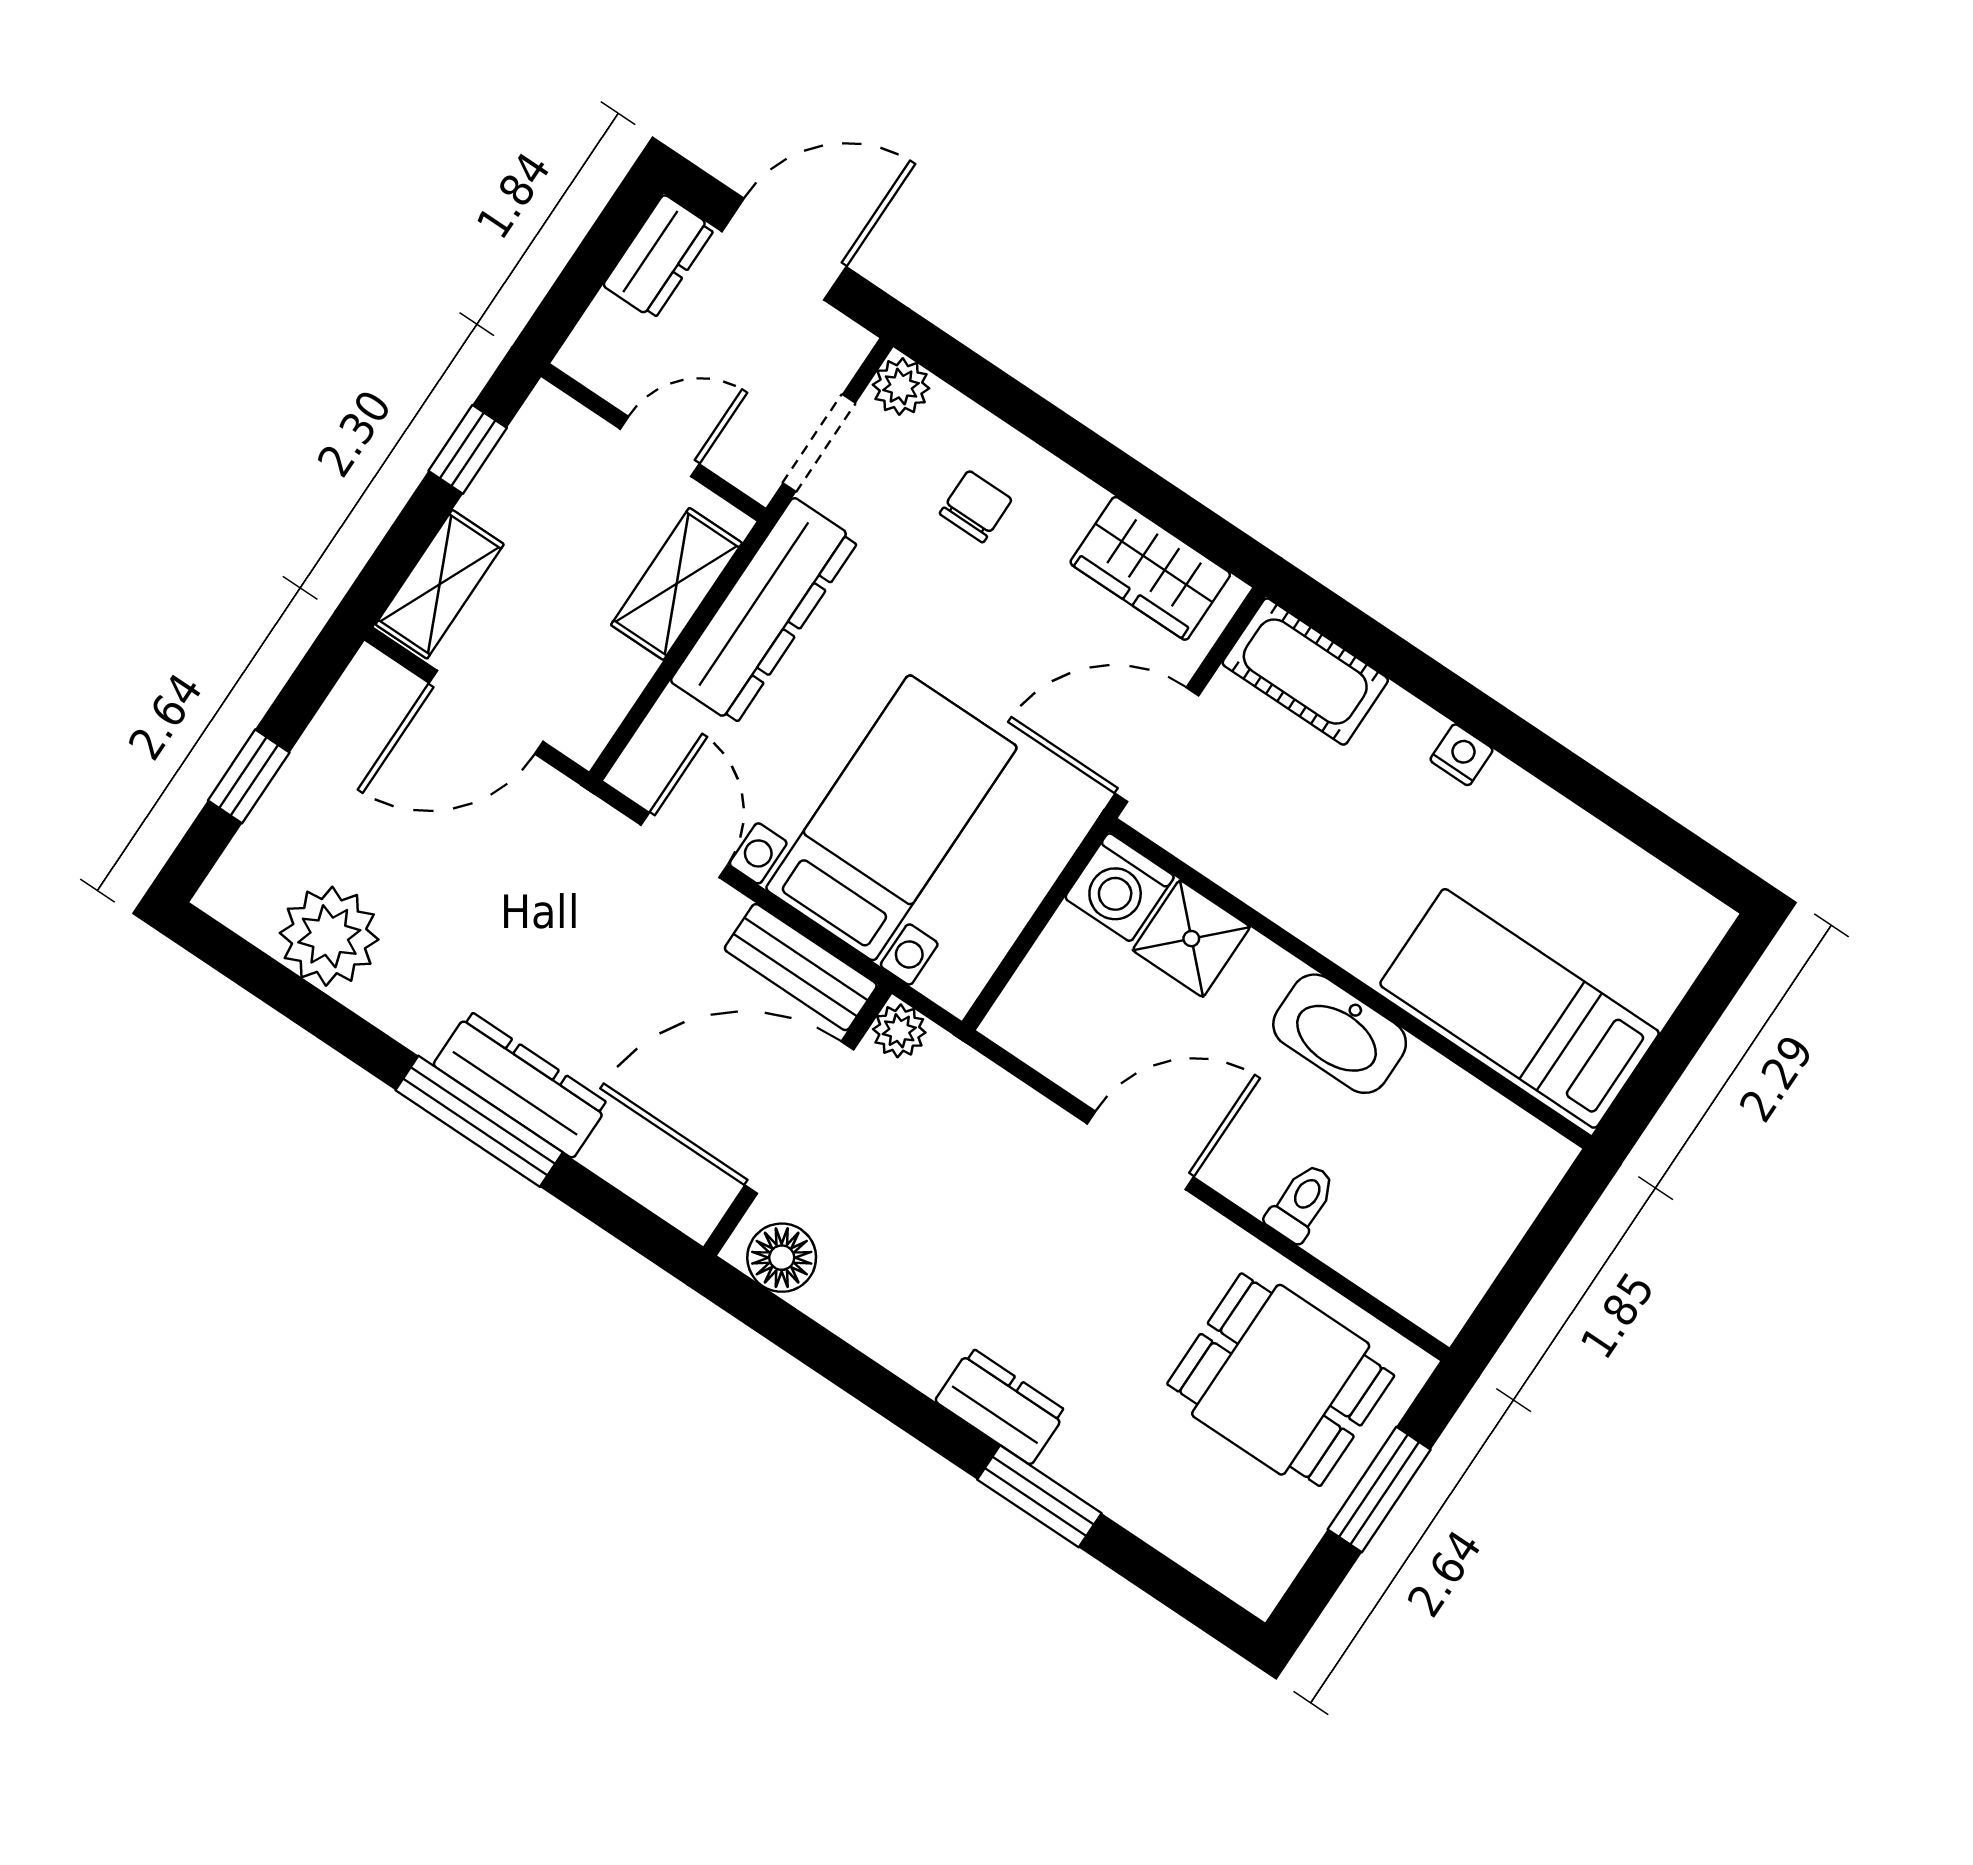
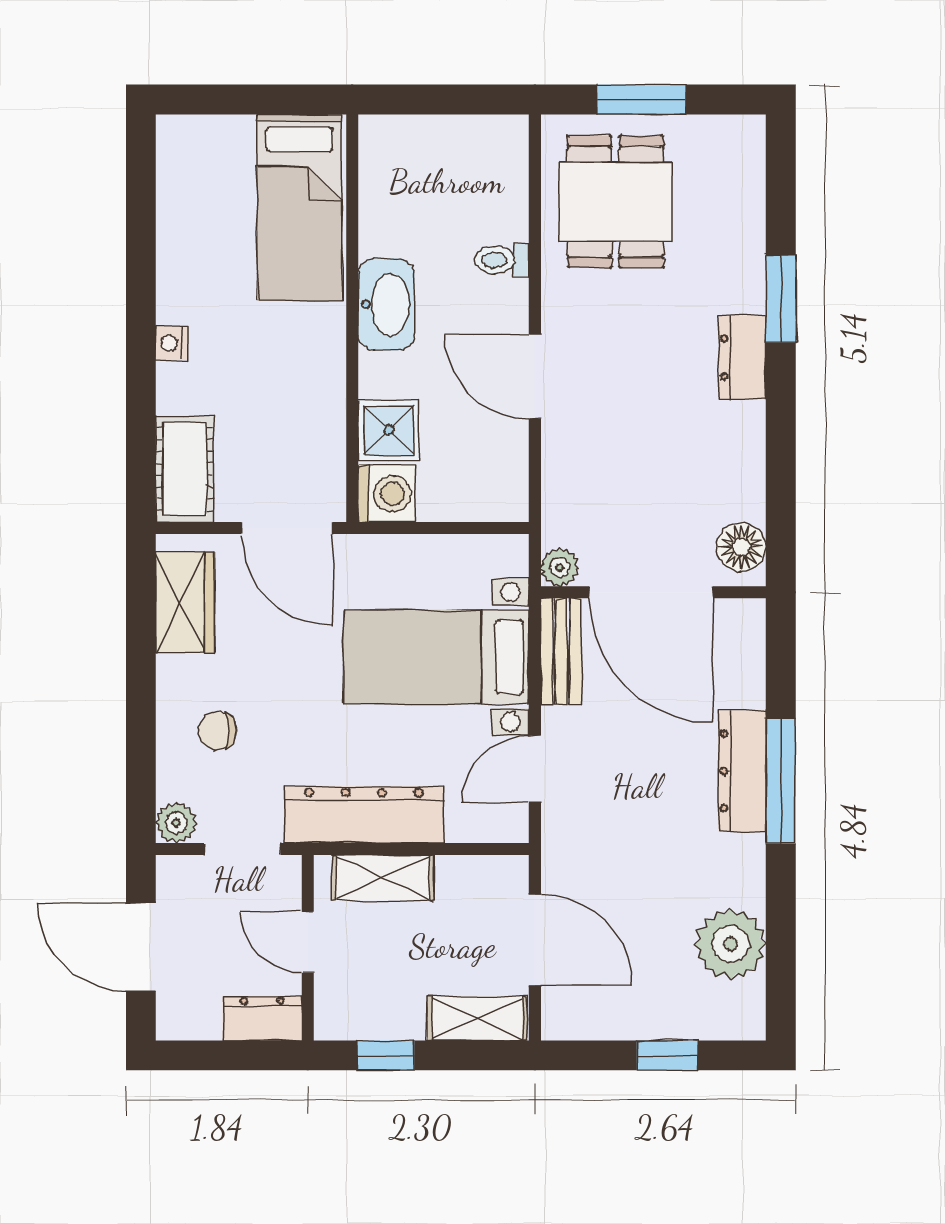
dresser: (659, 257) -> (262, 1018), moved

